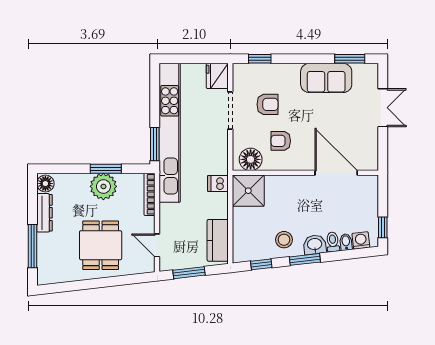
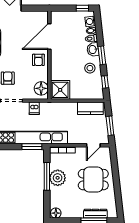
armchair: (281, 141) -> (38, 60), moved
window: (106, 169) -> (47, 176), width x1.44
dishwasher: (218, 183) -> (34, 108), moved
dresser: (44, 213) -> (95, 214), moved

